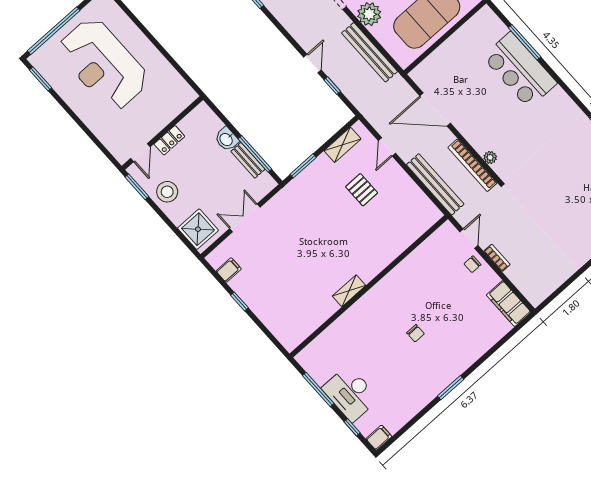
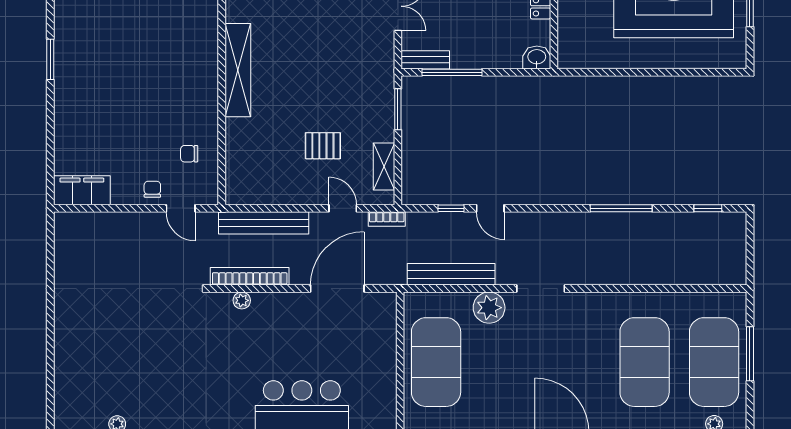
washbasin: (226, 139) -> (537, 57), moved
bench: (248, 160) -> (425, 60), moved
bookcase: (497, 258) -> (387, 219), moved
shelving: (349, 291) -> (238, 70), width x2.20, depth x1.33
chair: (415, 333) -> (189, 154), moved

